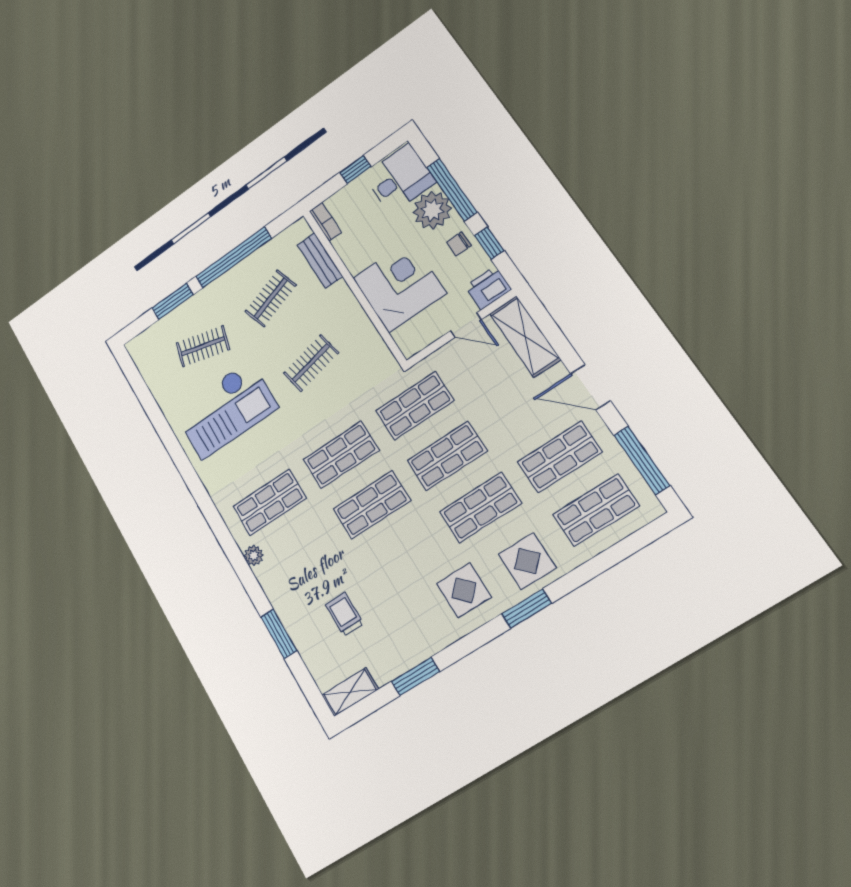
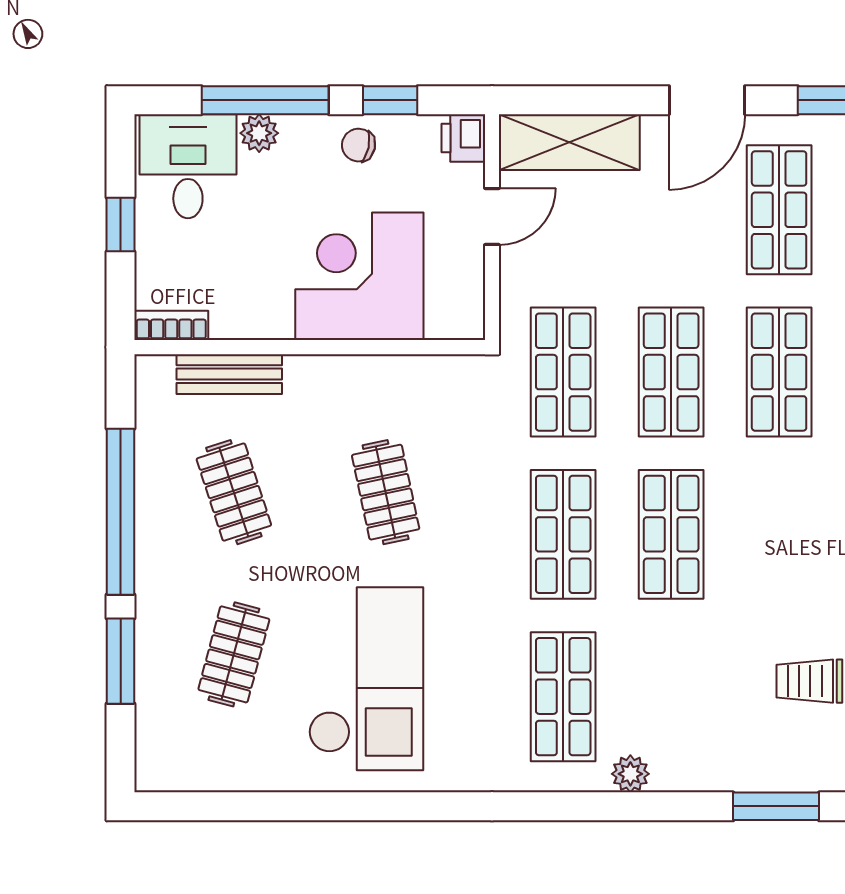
plant: (432, 210) -> (259, 133), width x0.53, depth x0.53
chair: (459, 244) -> (358, 145), turned 102
printer: (488, 288) -> (463, 138), width x0.73, depth x0.81

